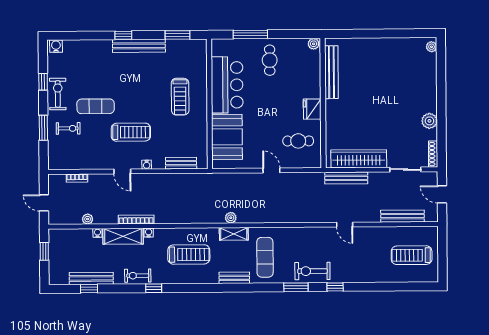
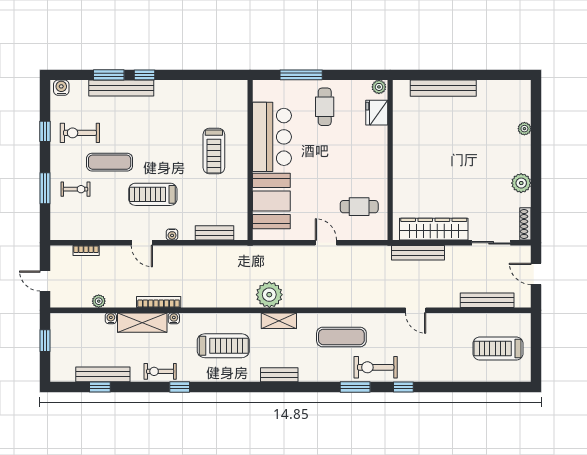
window: (177, 35) -> (109, 75), moved
bench: (139, 46) -> (121, 88), moved
plant: (432, 47) -> (524, 129), moved
bench: (331, 72) -> (443, 88), moved, turned 90
exercise bike: (58, 94) -> (80, 133), moved, turned -90
fridge: (312, 109) -> (377, 113), moved
treadmill: (131, 132) -> (153, 194), turned 180
plant: (231, 218) -> (269, 295), width x1.87, depth x1.87
exercise mat: (265, 257) -> (341, 337), moved, turned 90

